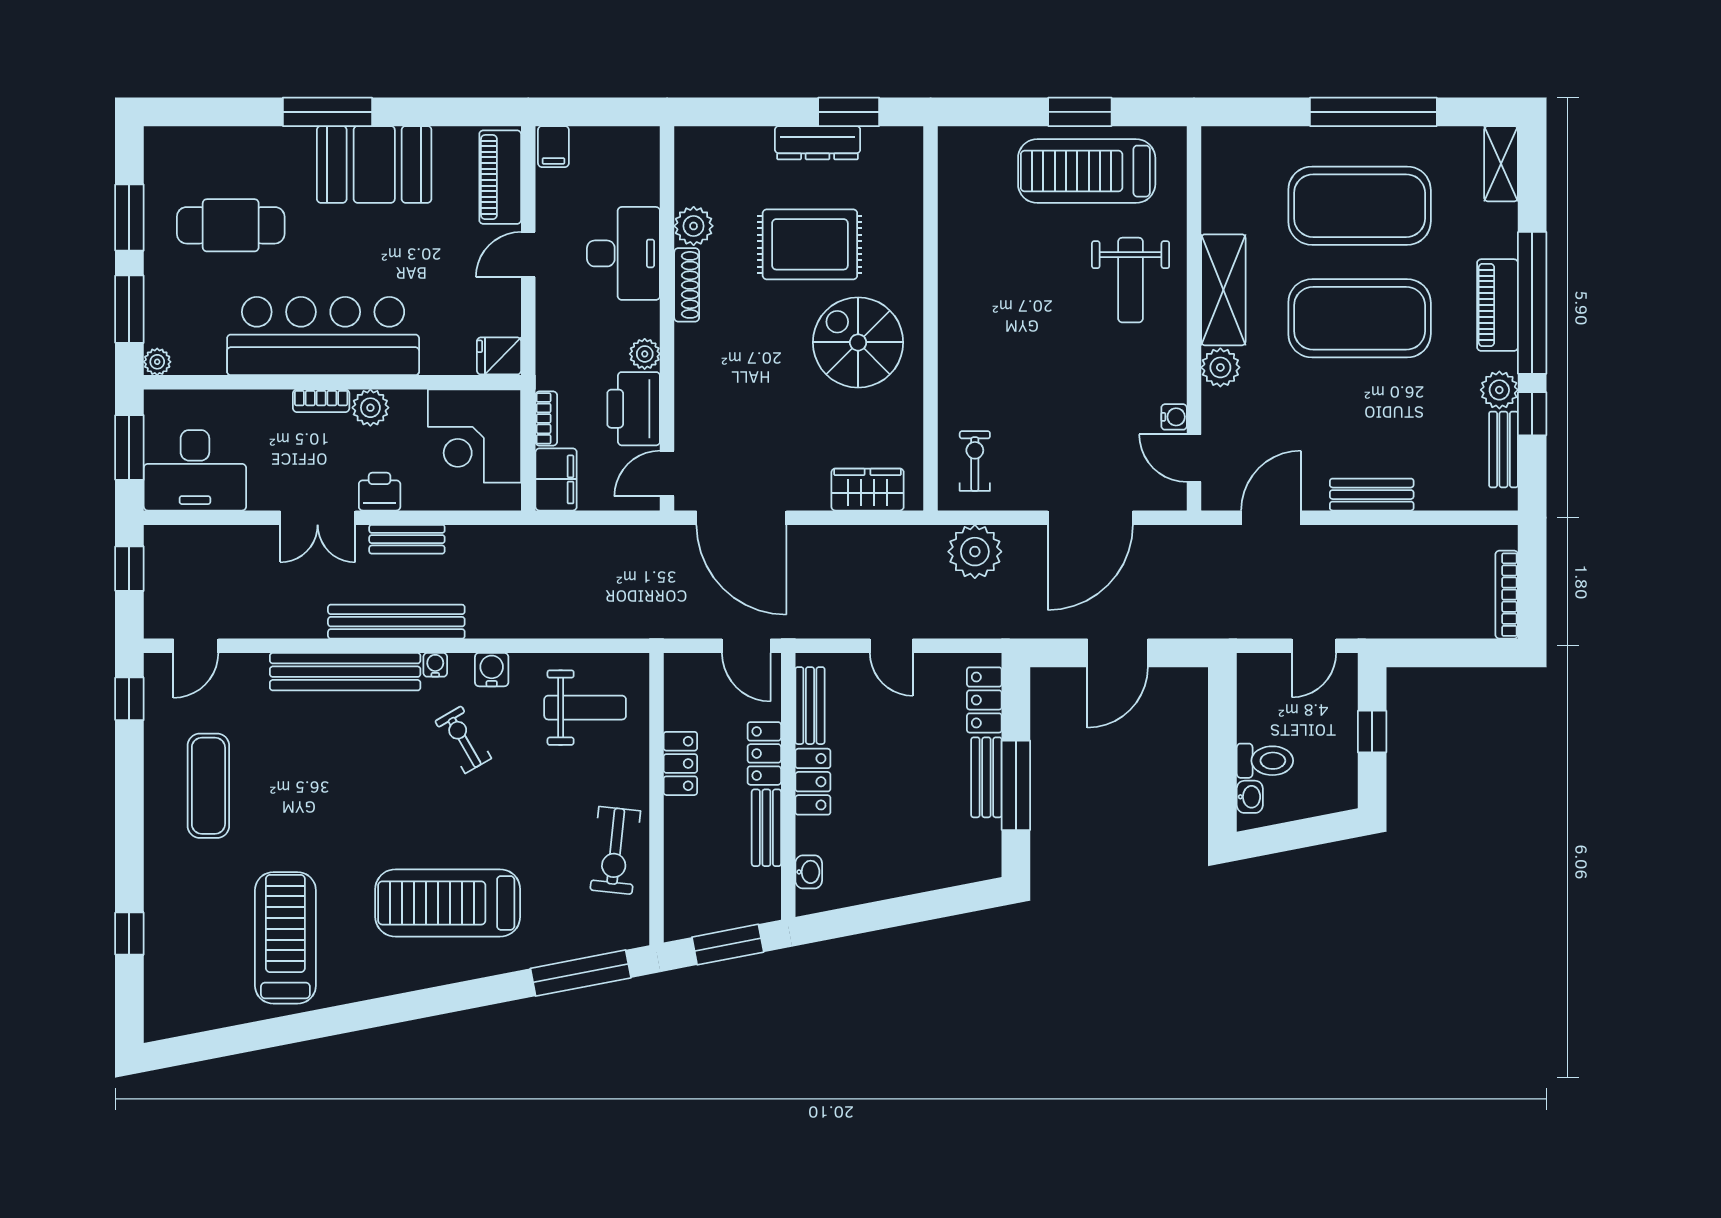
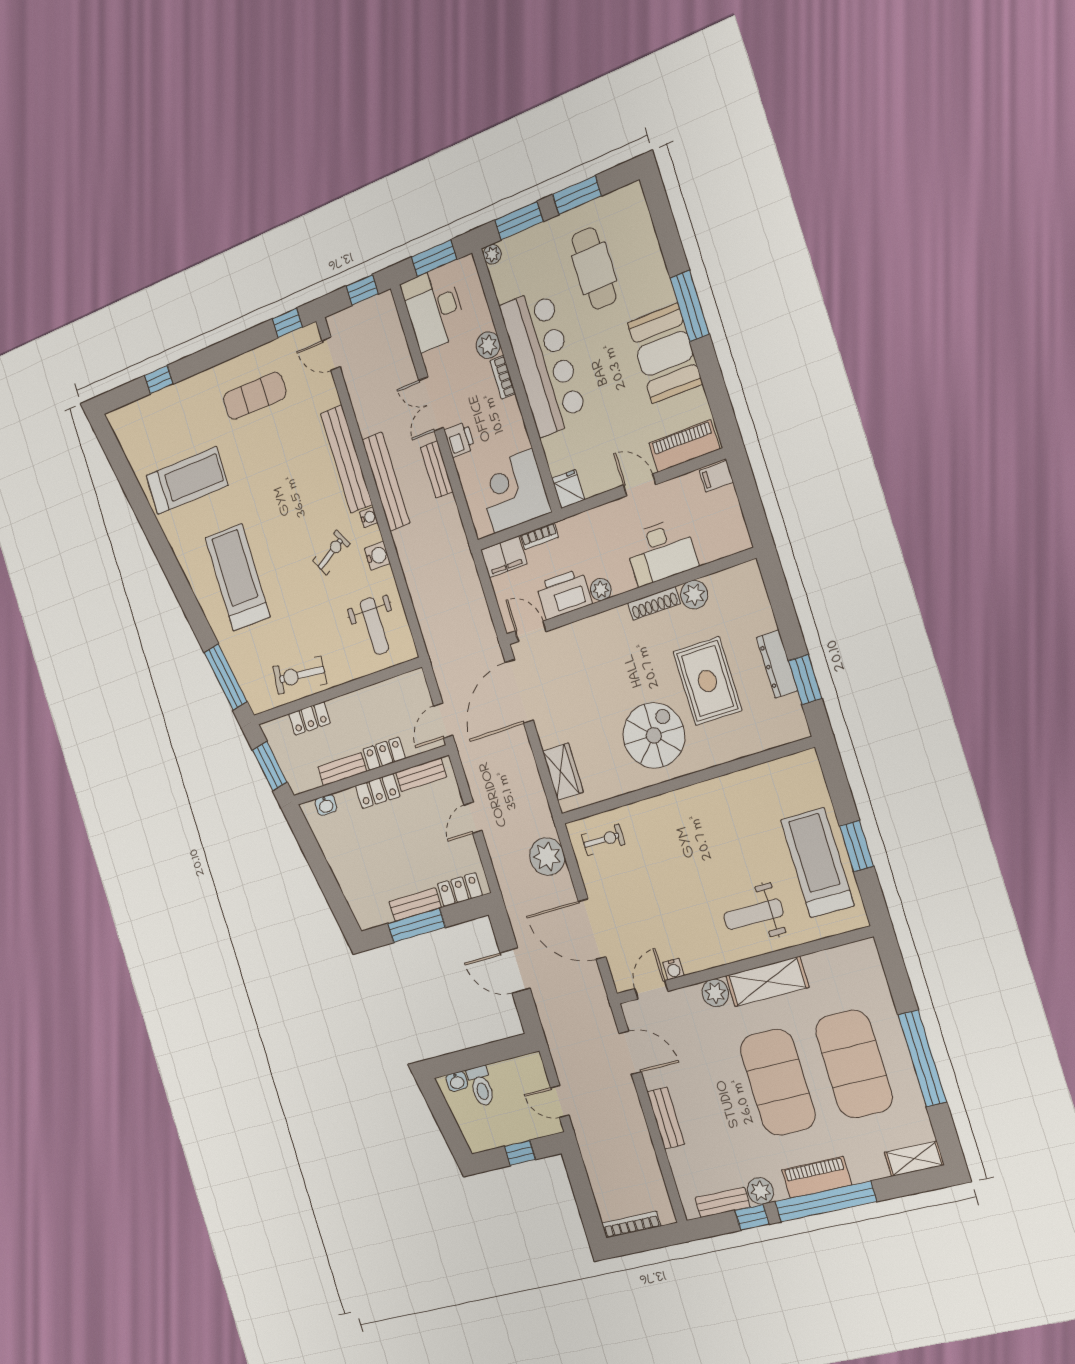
plant: (370, 408) -> (488, 345), moved
locker: (680, 763) -> (309, 719), moved

